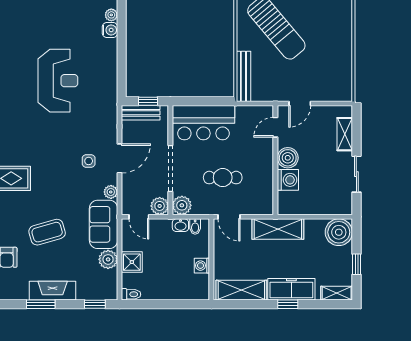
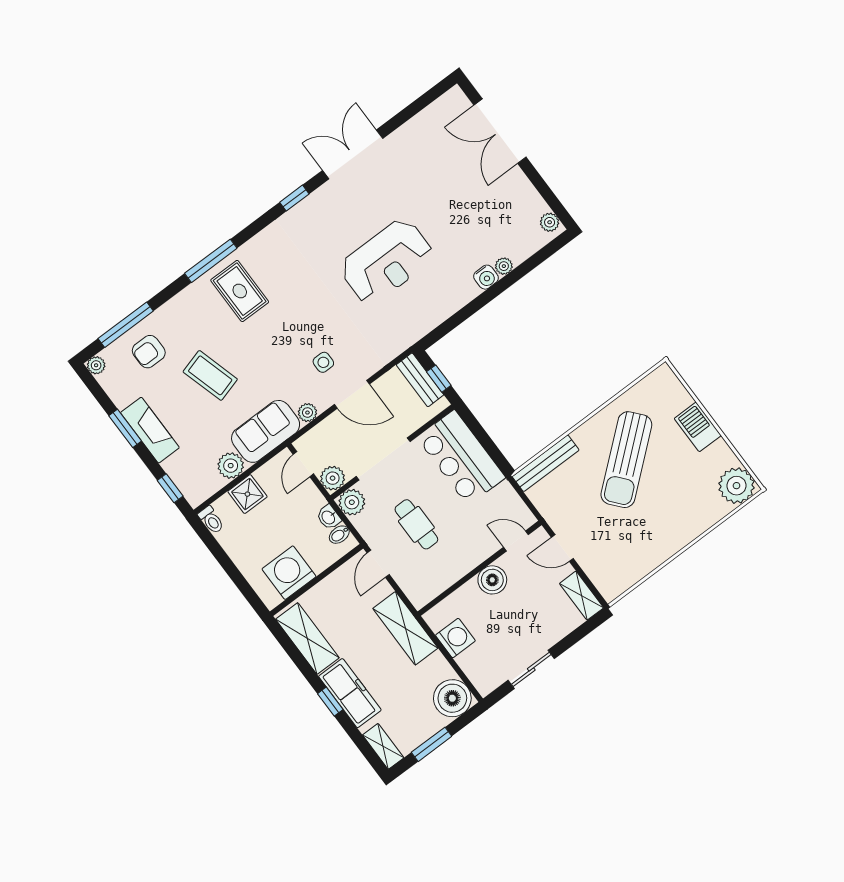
shelving: (345, 134) -> (582, 596), moved, turned 90
washing machine: (288, 180) -> (455, 638), moved, turned -90
window: (356, 264) -> (432, 744), width x1.50
washing machine: (202, 266) -> (289, 573), width x1.89, depth x1.89

